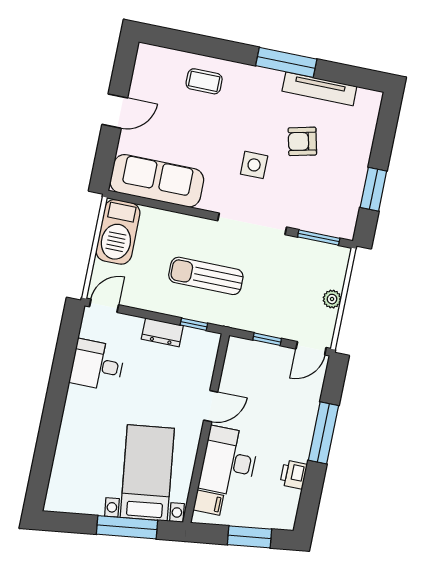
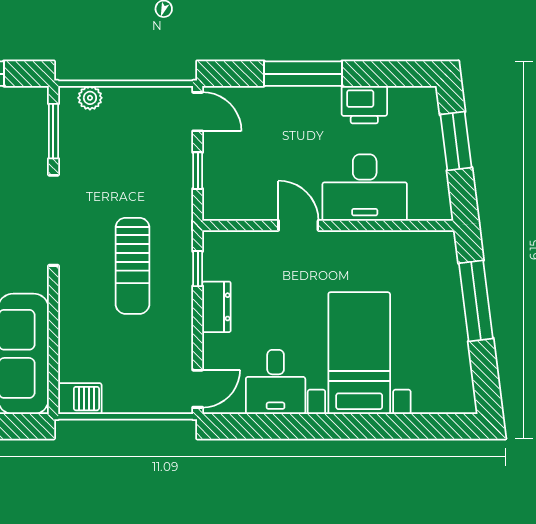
barbecue: (118, 232) -> (80, 399), width x0.53, depth x0.65
plant: (332, 299) -> (90, 98), moved
door: (104, 306) -> (198, 389), swing flipped
bed with nightstands: (147, 473) -> (359, 353), moved, turned 97
printer: (294, 474) -> (364, 105), width x1.36, depth x1.24
filing cabinet: (208, 503) -> (423, 203), removed

